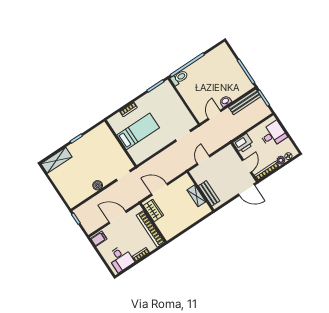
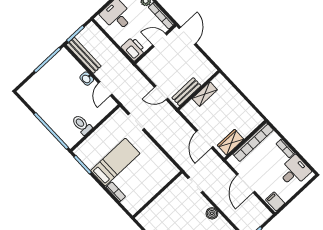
toilet: (179, 78) -> (82, 125), moved
door: (215, 115) -> (105, 89), hinge flipped
bed: (138, 131) -> (115, 162), moved, turned 90
bench: (209, 193) -> (186, 92), moved

